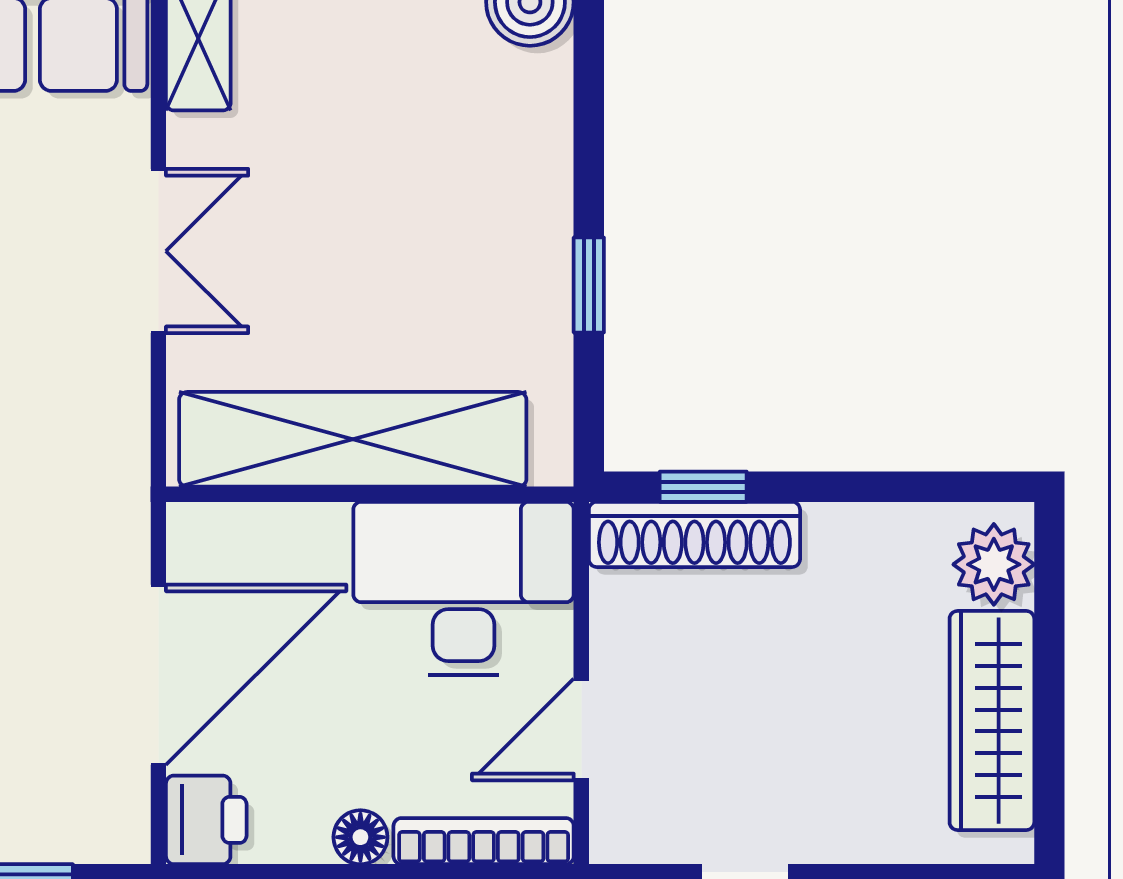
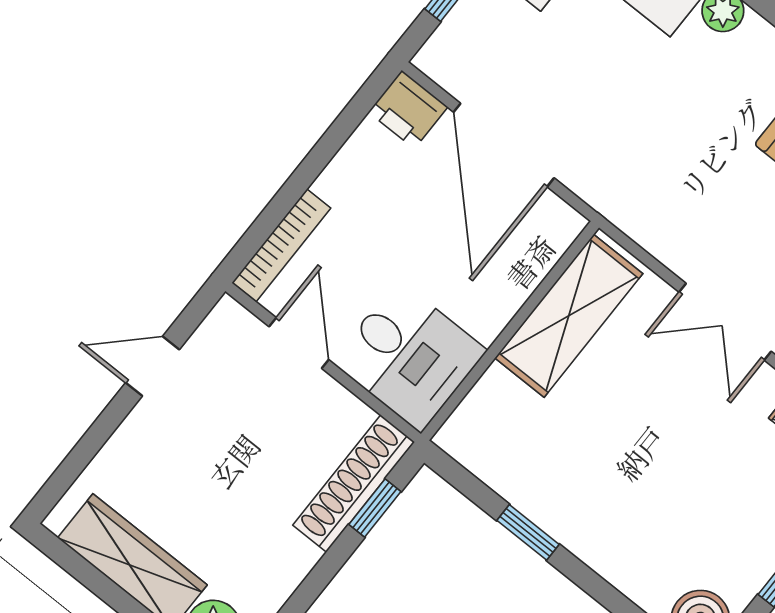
shelving: (353, 439) -> (569, 316), width x0.68
desk: (464, 588) -> (409, 356), width x0.73
floor lamp: (360, 837) -> (335, 183), removed

